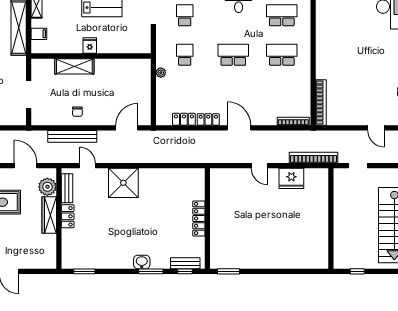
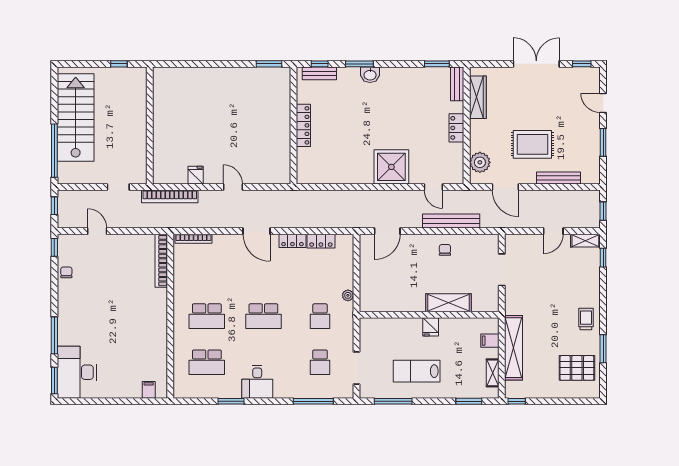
fridge: (291, 178) -> (196, 175), width x0.53, depth x0.75
bench: (67, 188) -> (457, 84), moved
wardrobe: (49, 215) -> (478, 97), moved

